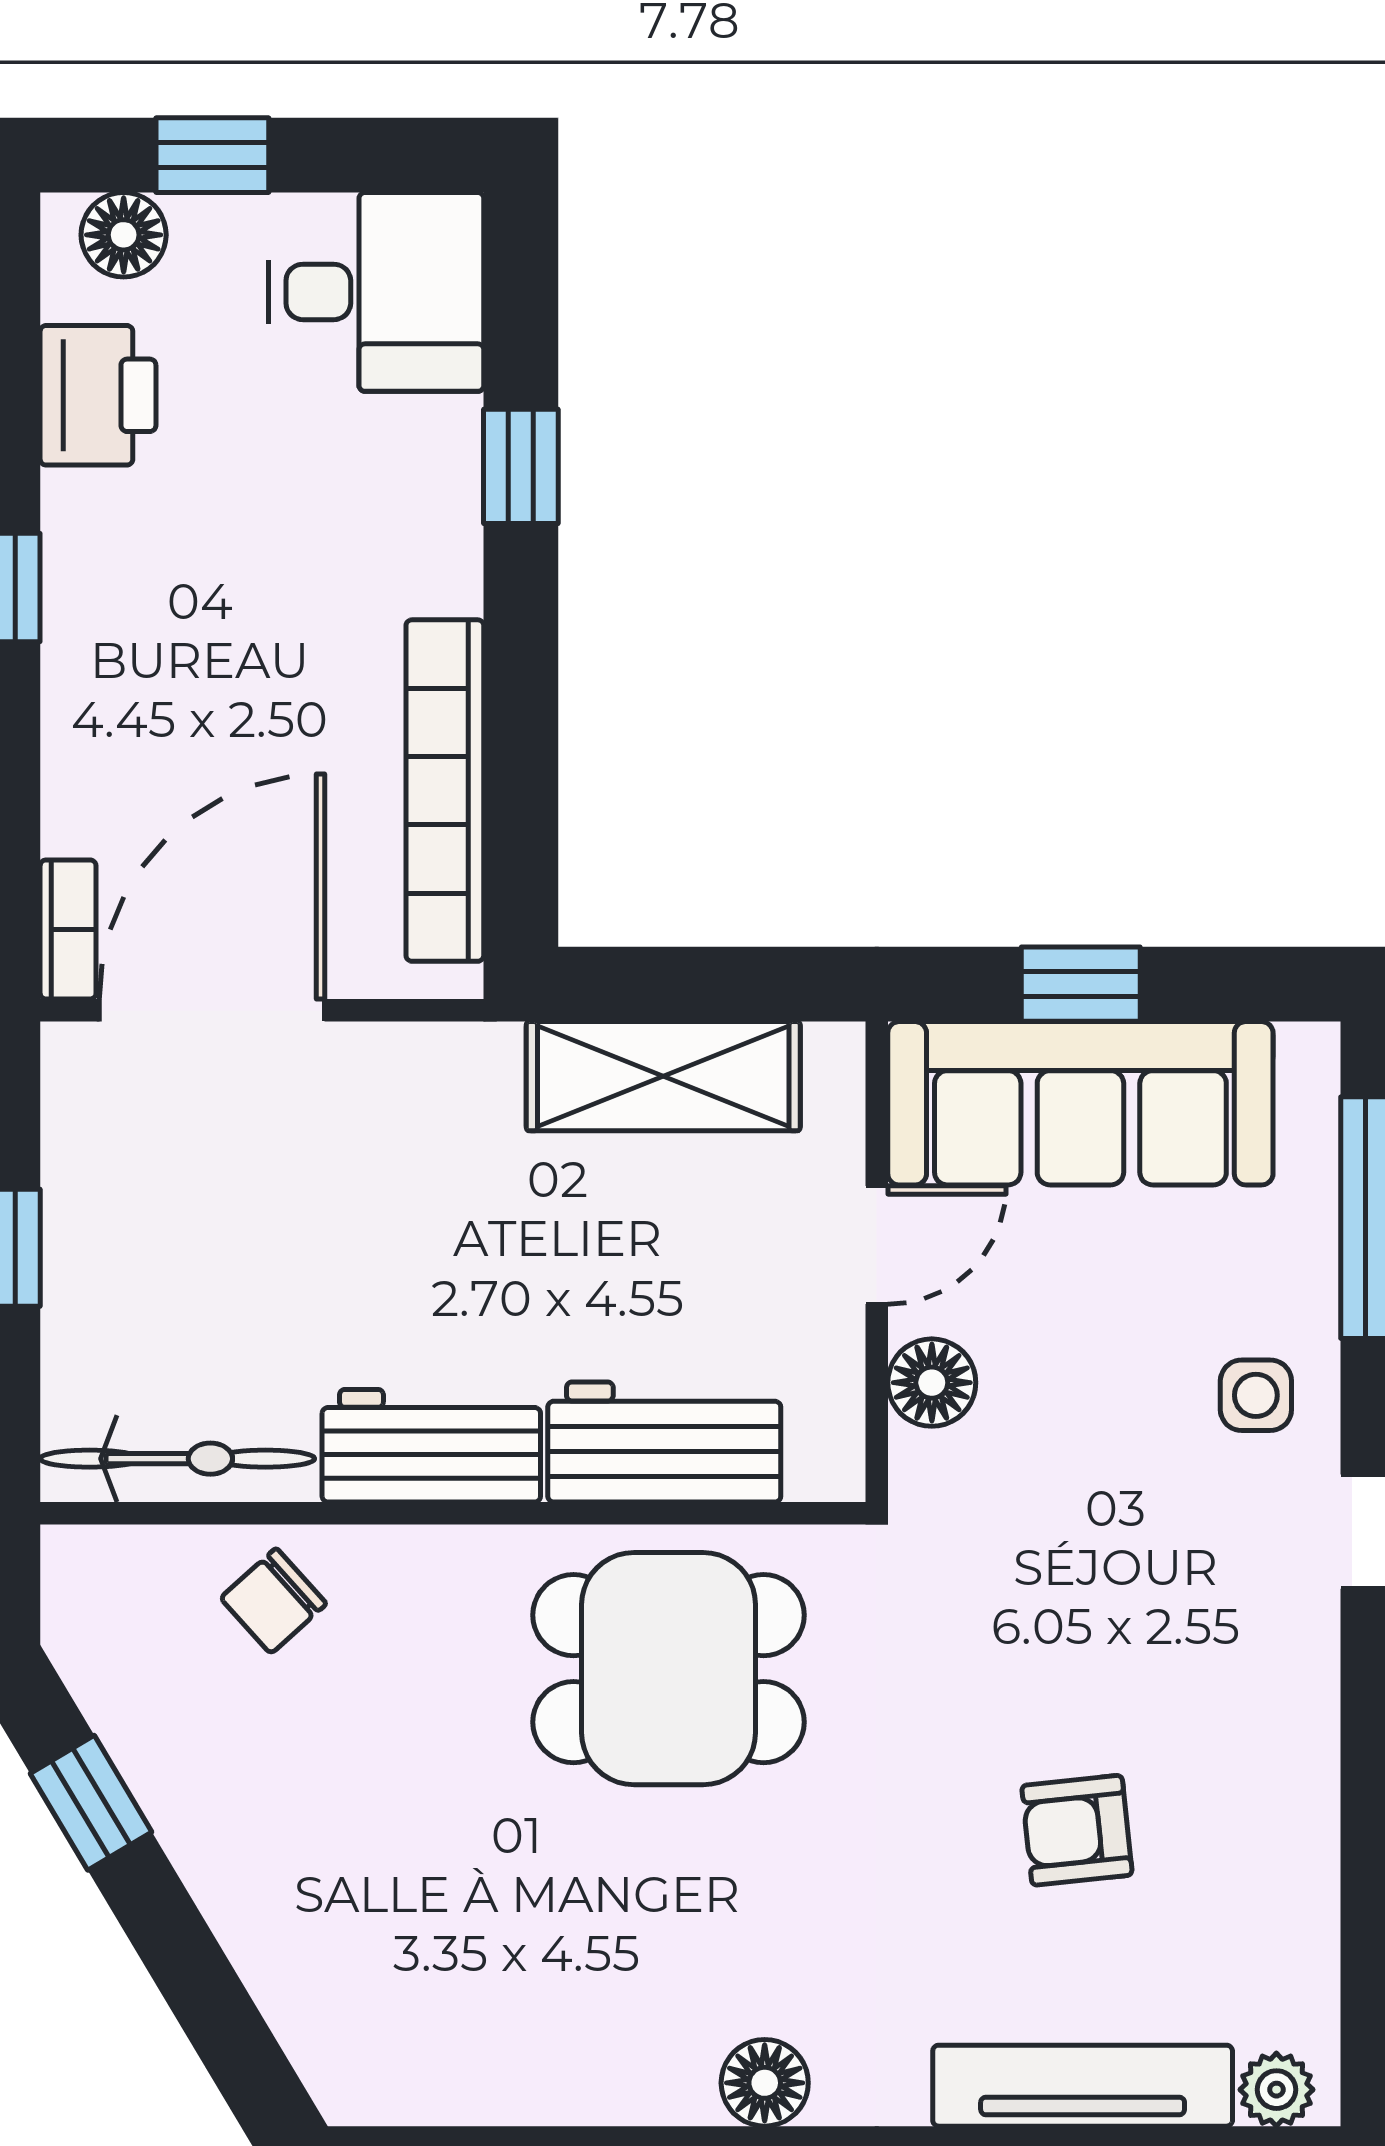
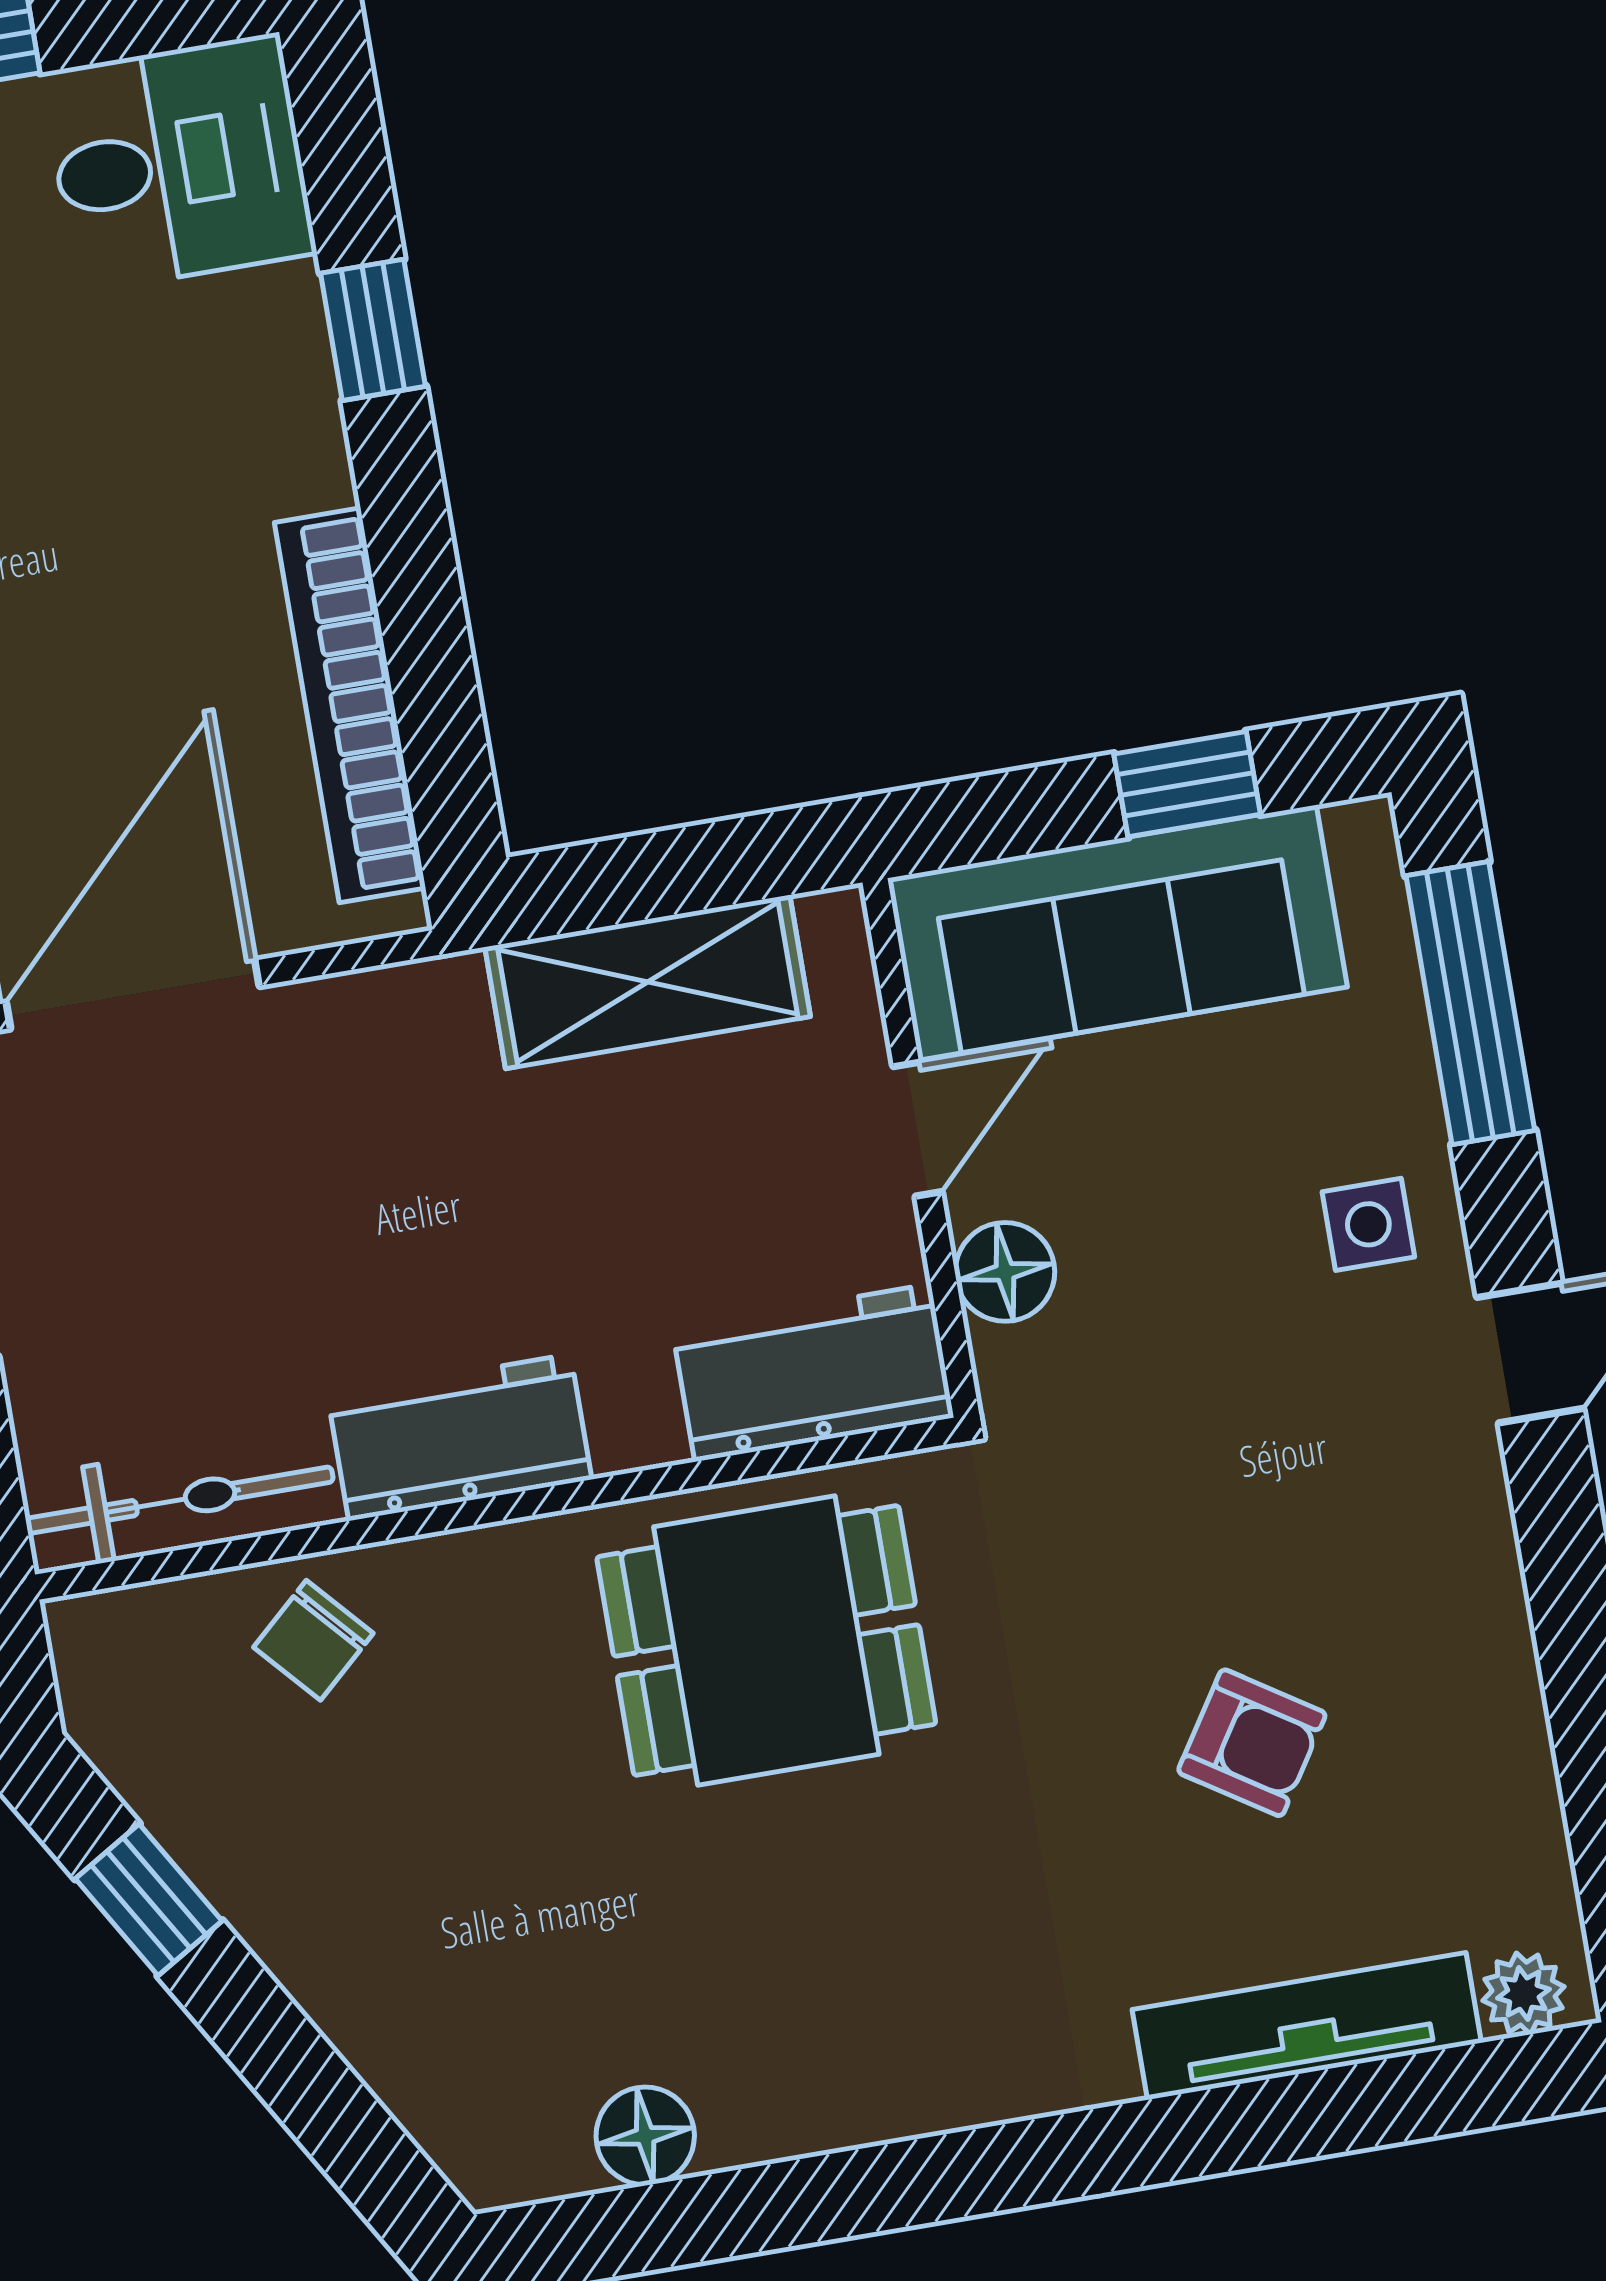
window: (1081, 984) -> (1187, 784), moved
workbench: (664, 1442) -> (813, 1373), moved
armchair: (1077, 1830) -> (1252, 1743), turned -141
floor lamp: (765, 2083) -> (645, 2136), moved

